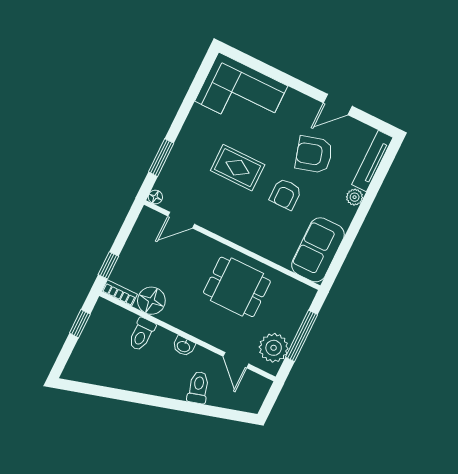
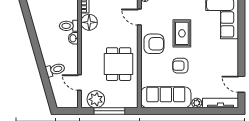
door: (338, 104) -> (241, 84), moved
armchair: (314, 155) -> (154, 44), moved, turned 106
sofa: (318, 250) -> (166, 97), width x1.36
washbasin: (184, 346) -> (73, 38), moved
door: (236, 360) -> (79, 82), hinge flipped

